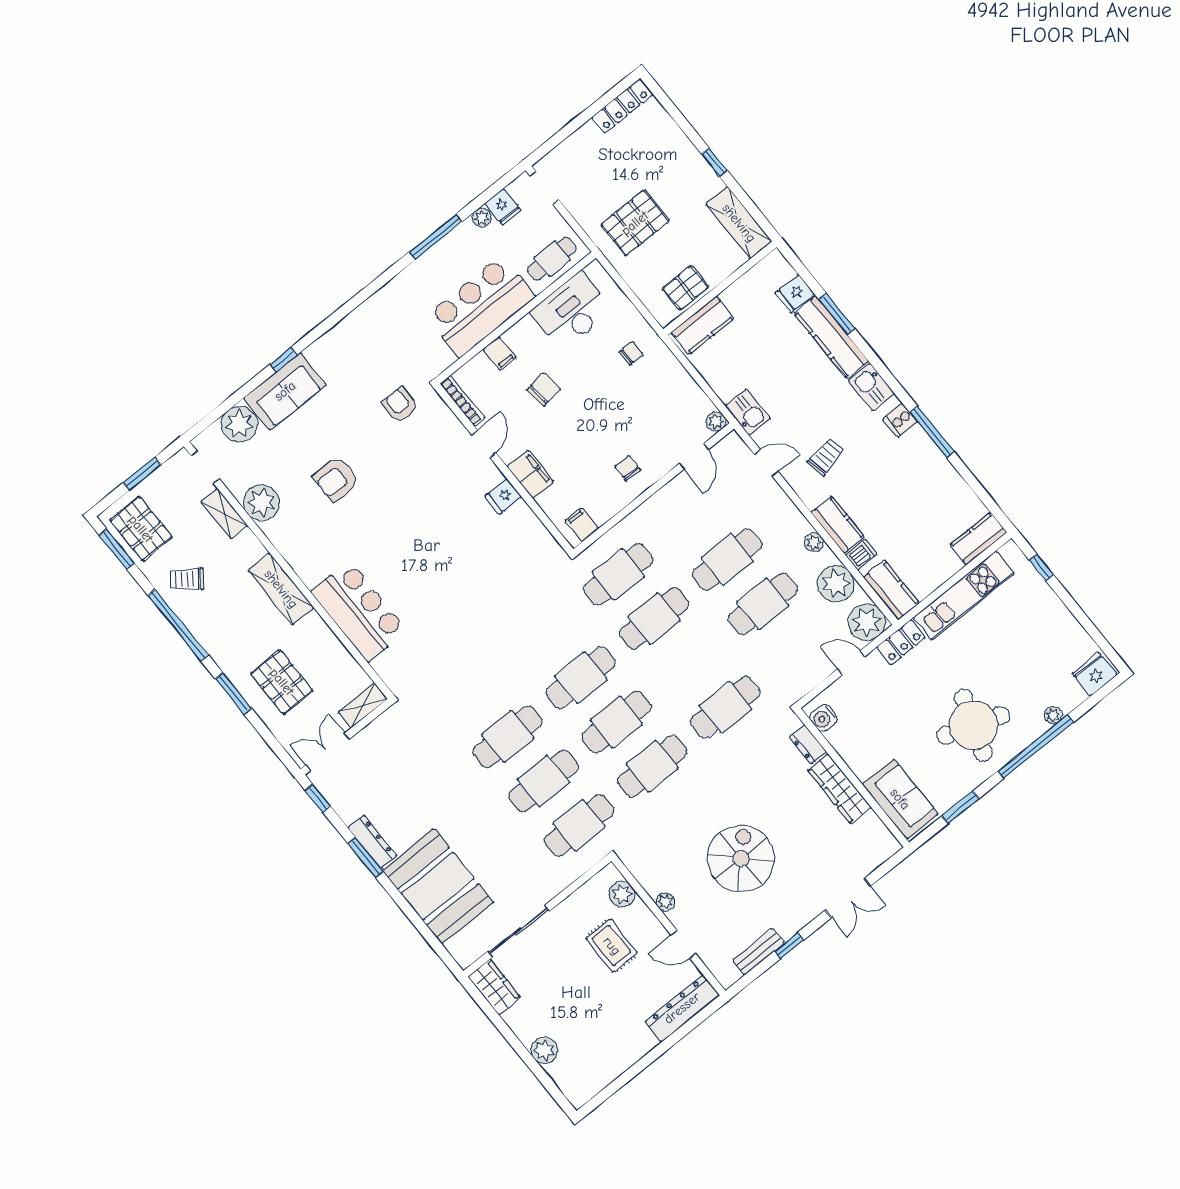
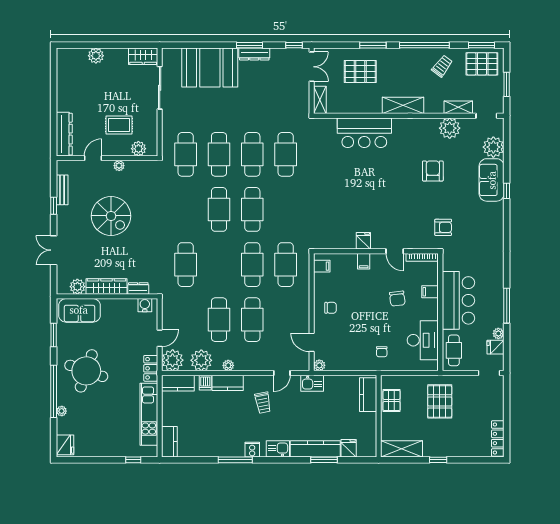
filing cabinet: (530, 474) -> (364, 261), width x0.50
cafe table: (652, 766) -> (286, 154), moved
plant: (871, 827) -> (77, 287), added

